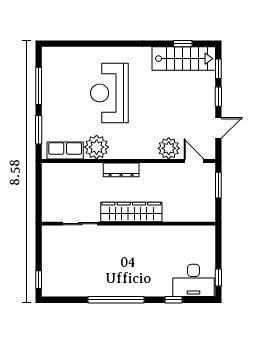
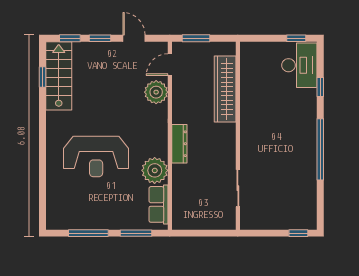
wardrobe: (131, 212) -> (225, 89), moved

